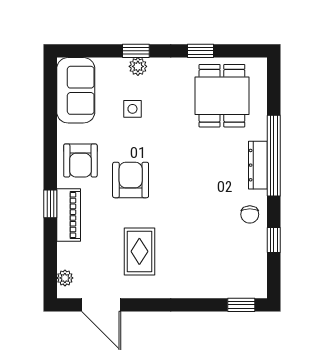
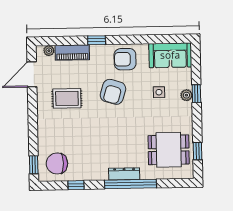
window: (201, 51) -> (198, 151), moved
armchair: (131, 180) -> (113, 92), turned 107
chair: (250, 214) -> (57, 163), moved, width x1.87, depth x1.87
piano: (69, 215) -> (72, 53), moved

